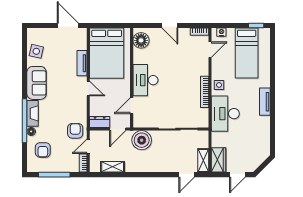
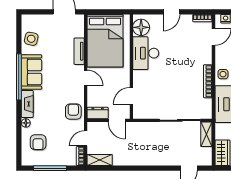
door: (170, 26) -> (171, 12), hinge flipped
desk: (145, 80) -> (146, 53), moved
window: (25, 121) -> (19, 77), moved
door: (118, 129) -> (117, 120), hinge flipped
armchair: (75, 131) -> (73, 112), moved
boiler: (142, 140) -> (142, 132), removed
shelving: (203, 160) -> (206, 134), moved
shelving: (113, 167) -> (100, 160), moved

